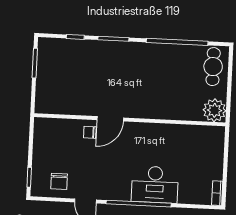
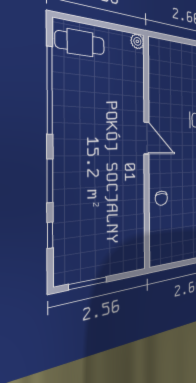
plant: (215, 110) -> (137, 41), width x0.53, depth x0.53
door: (110, 119) -> (146, 138), moved

